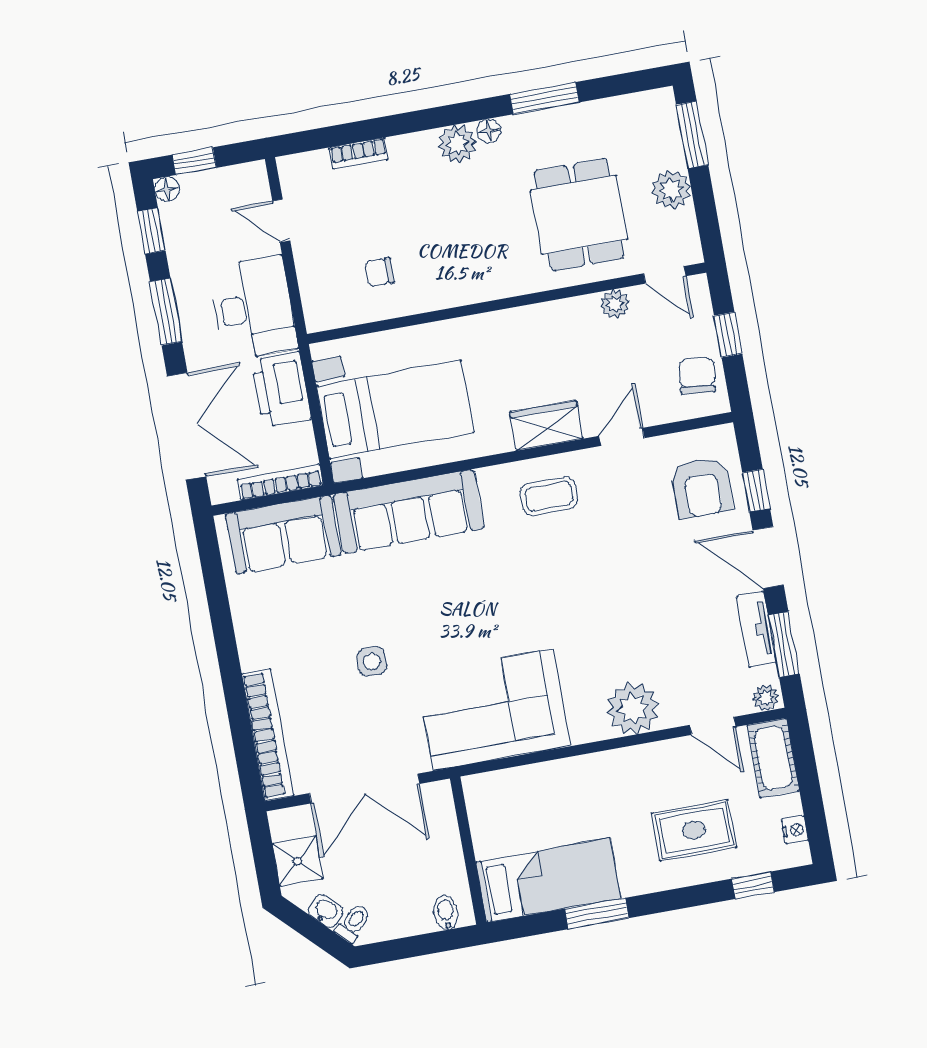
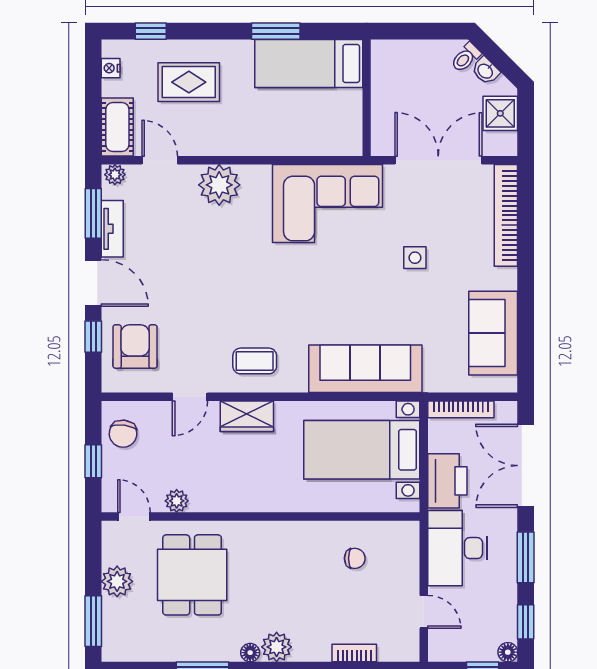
sofa: (283, 534) -> (493, 333), moved, turned -90
bidet: (446, 913) -> (392, 53), removed

